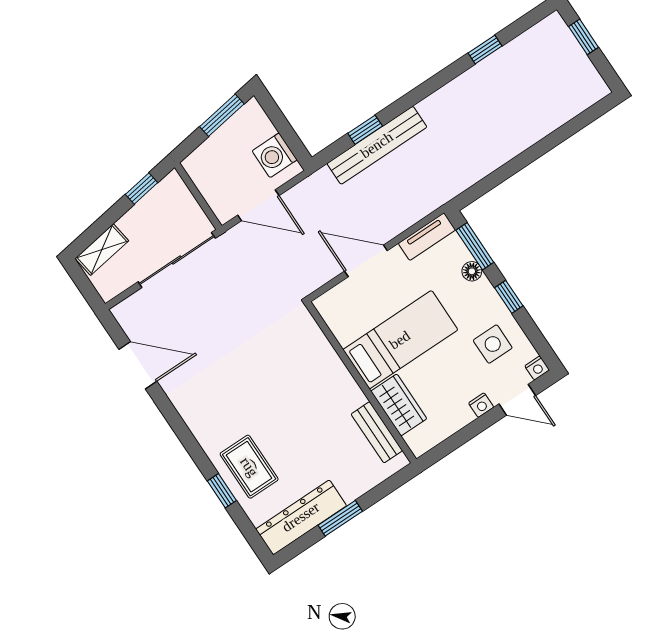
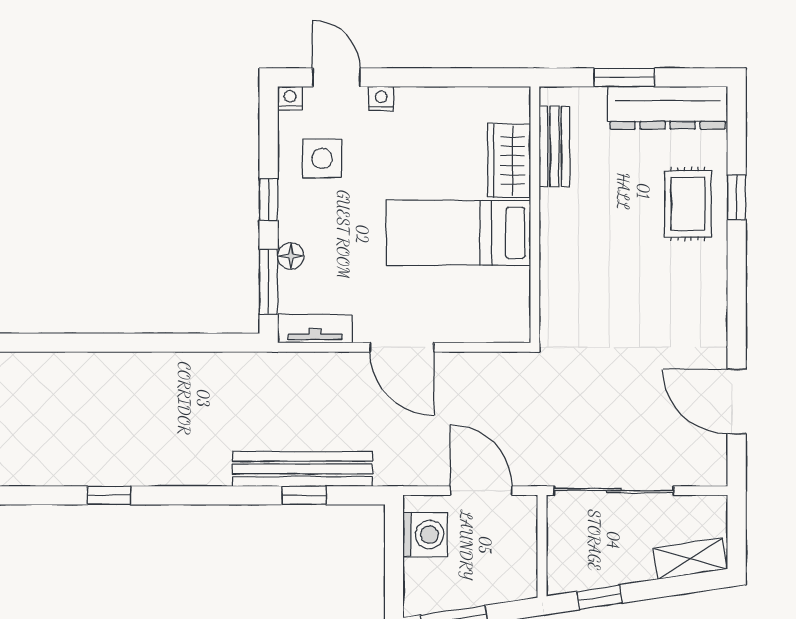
bed: (400, 340) -> (458, 233), moved
wall: (361, 382) -> (535, 215), moved
wardrobe: (399, 405) -> (509, 161), moved
bench: (377, 432) -> (554, 146), moved

